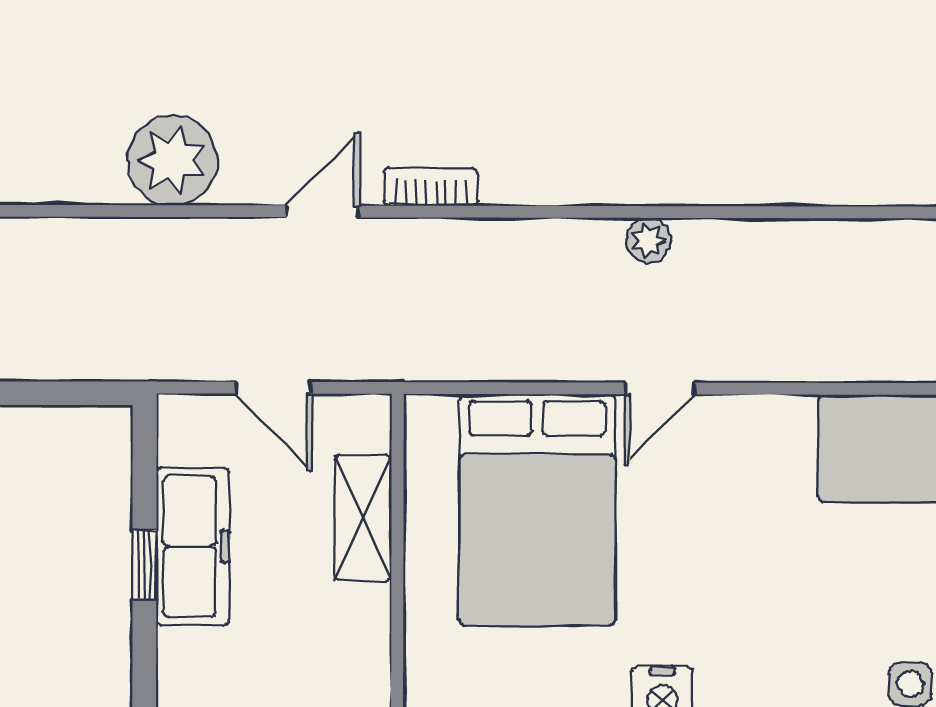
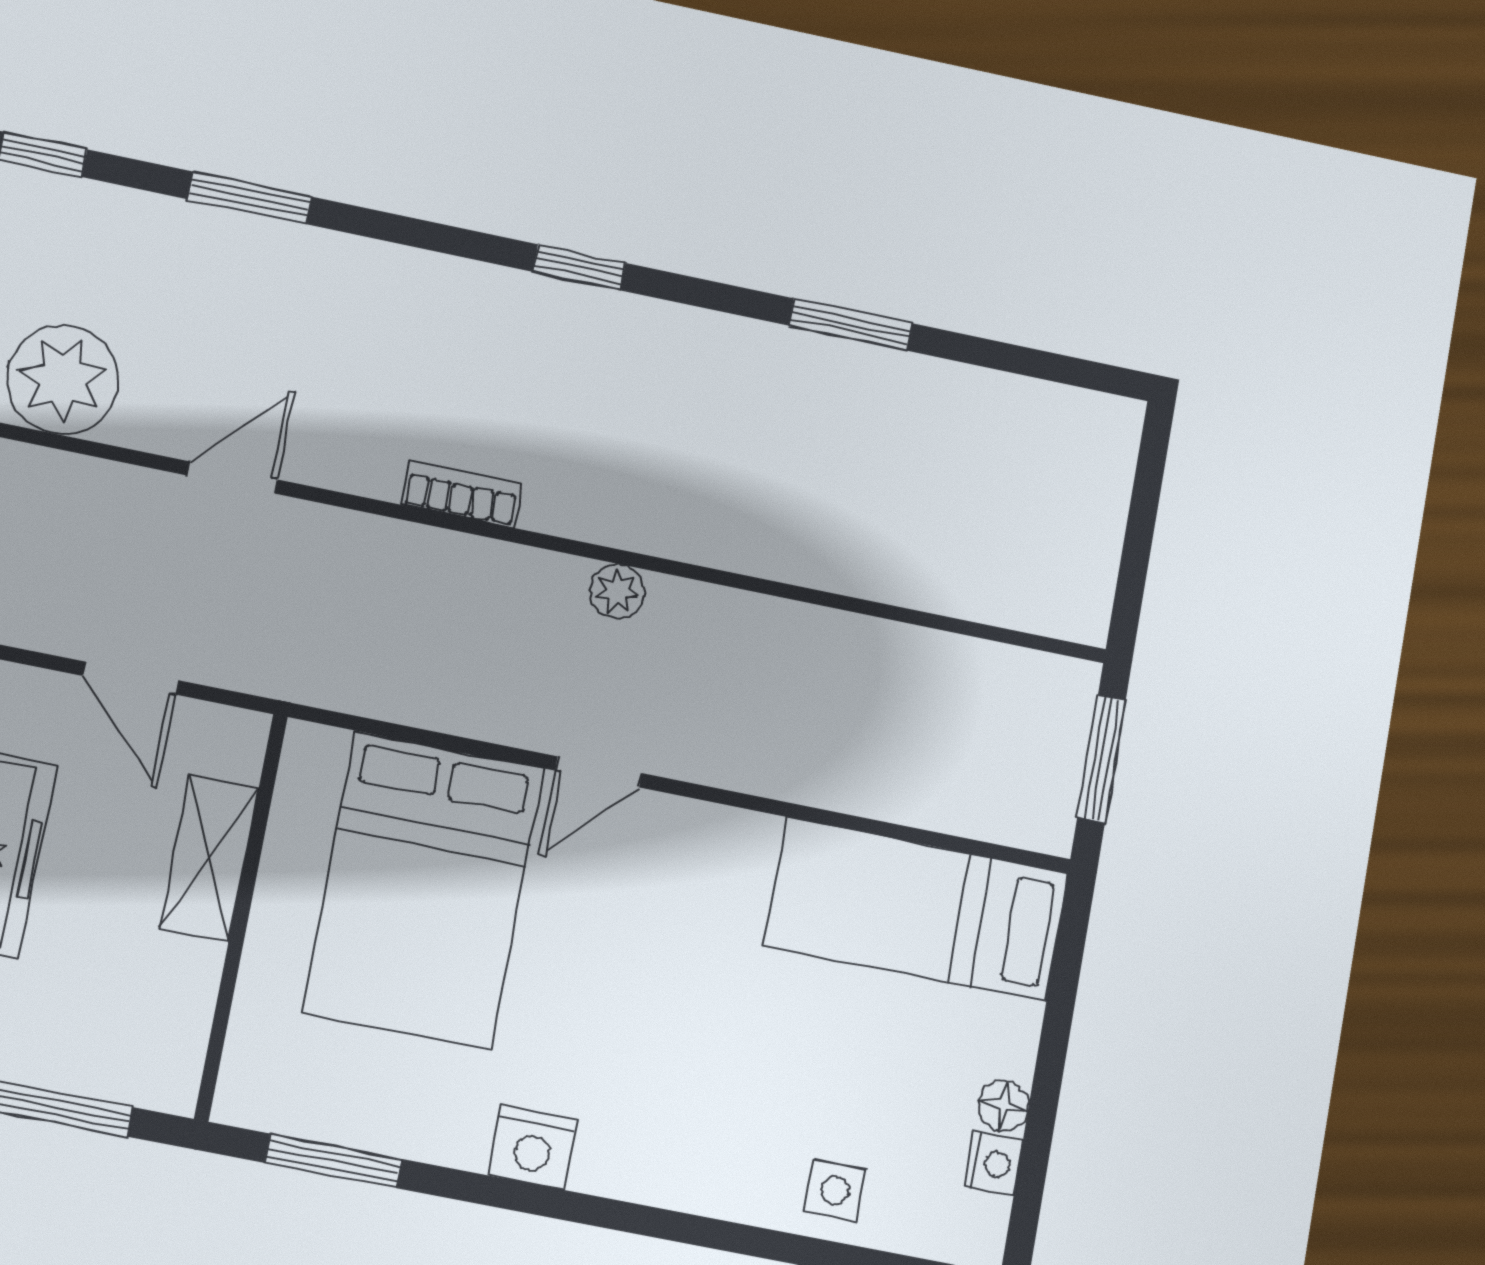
bookcase: (431, 187) -> (462, 494), moved

